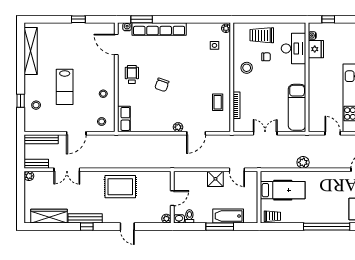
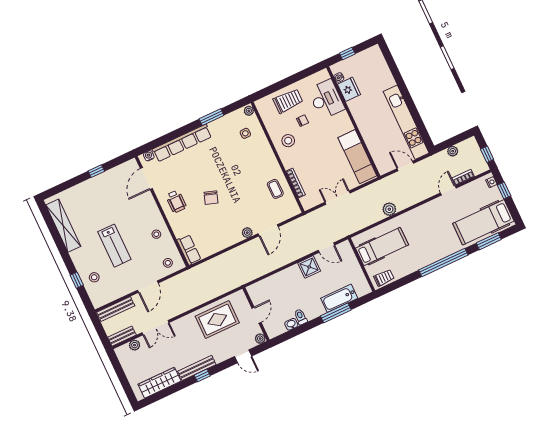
window: (142, 19) -> (211, 117), moved
trolley: (262, 35) -> (288, 101), turned 180
door: (116, 44) -> (146, 178), hinge flipped
wheelchair: (132, 74) -> (176, 201), turned 180
plant: (29, 176) -> (135, 345), moved
wall: (172, 197) -> (256, 314), moved
door: (172, 198) -> (257, 315), moved
plant: (166, 219) -> (260, 339), moved

